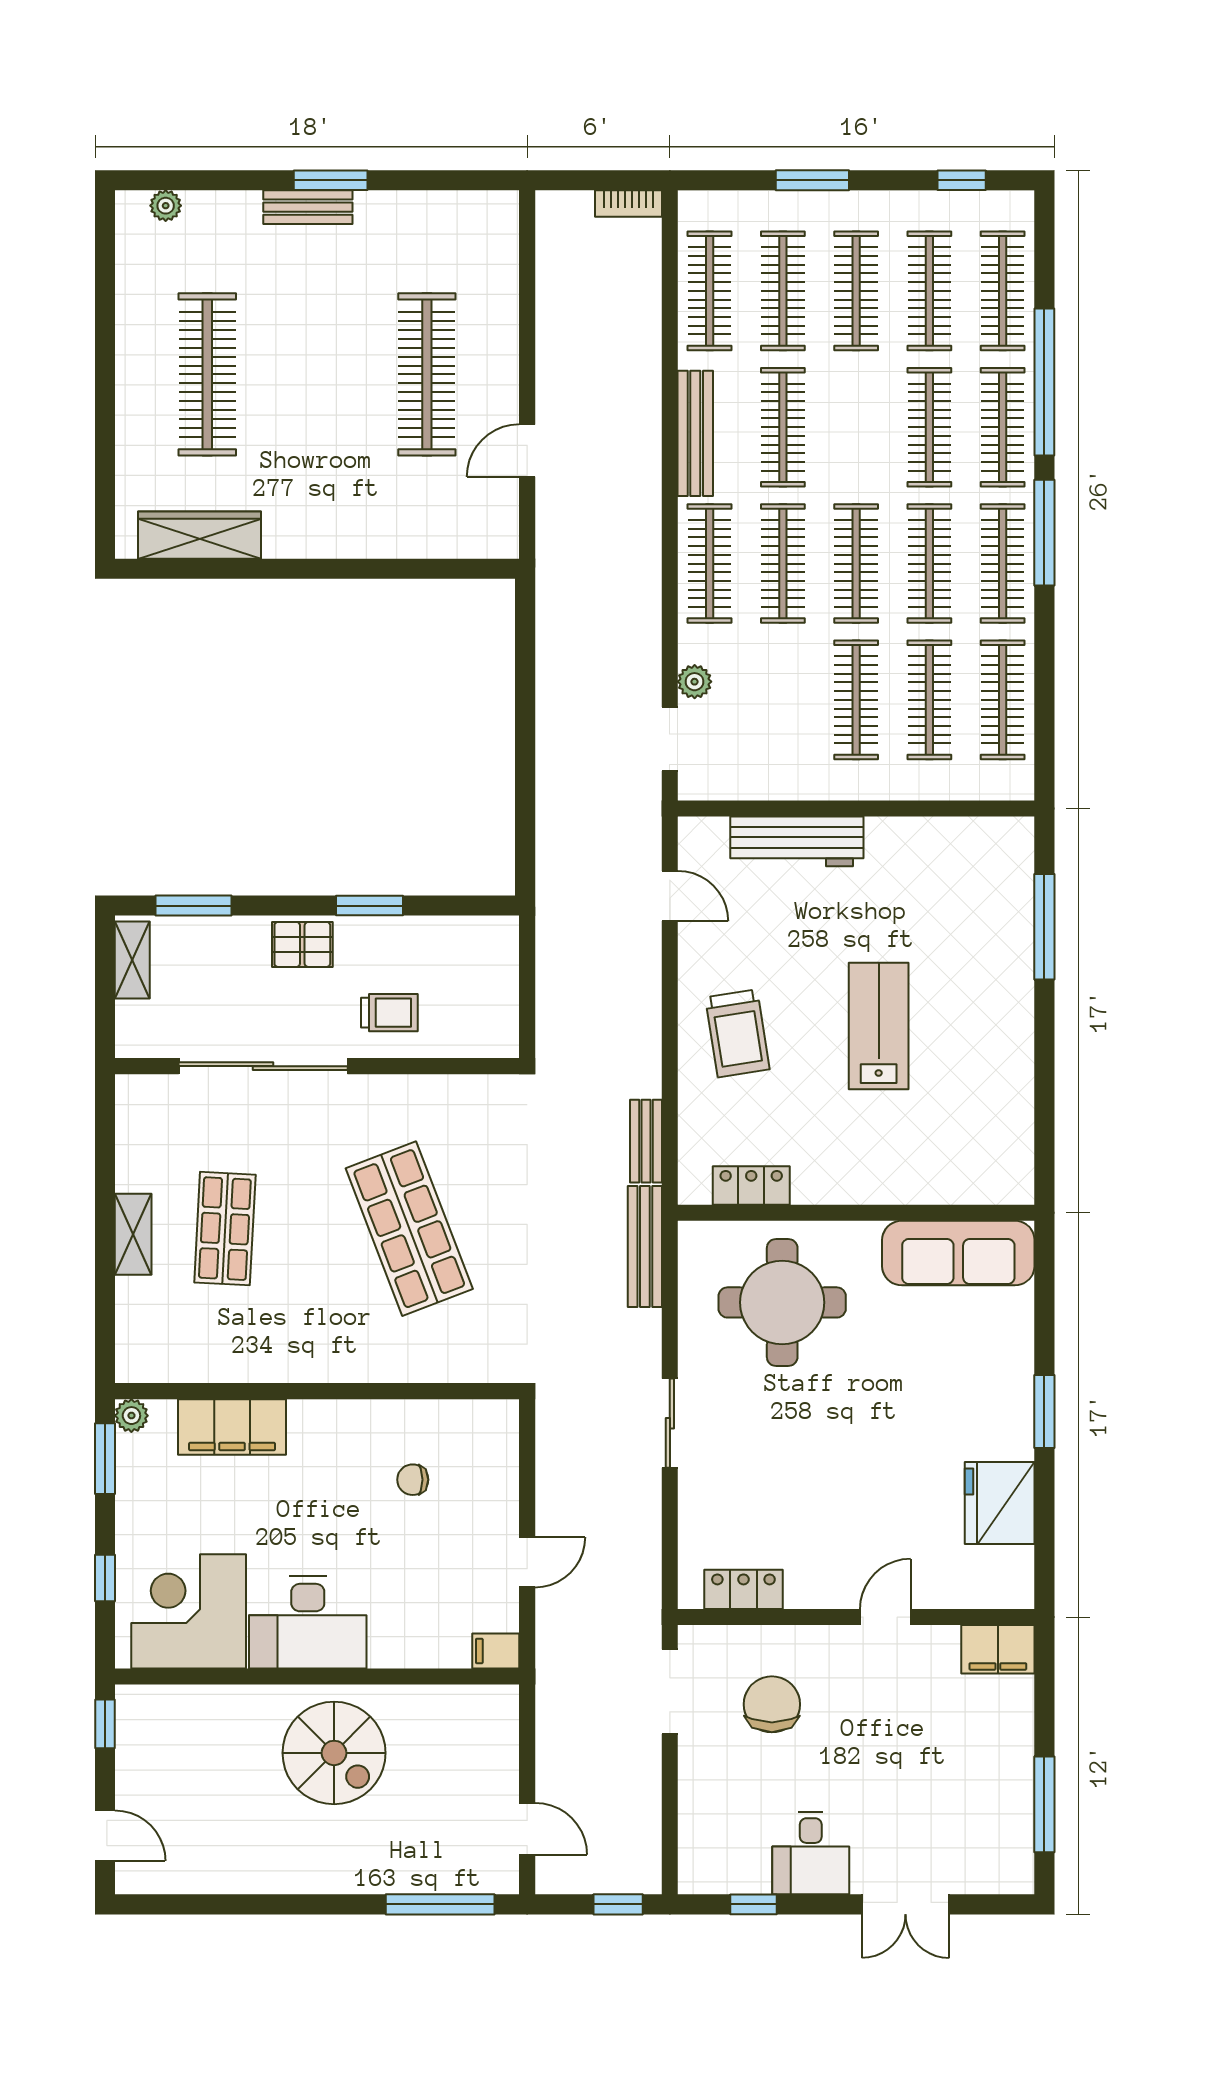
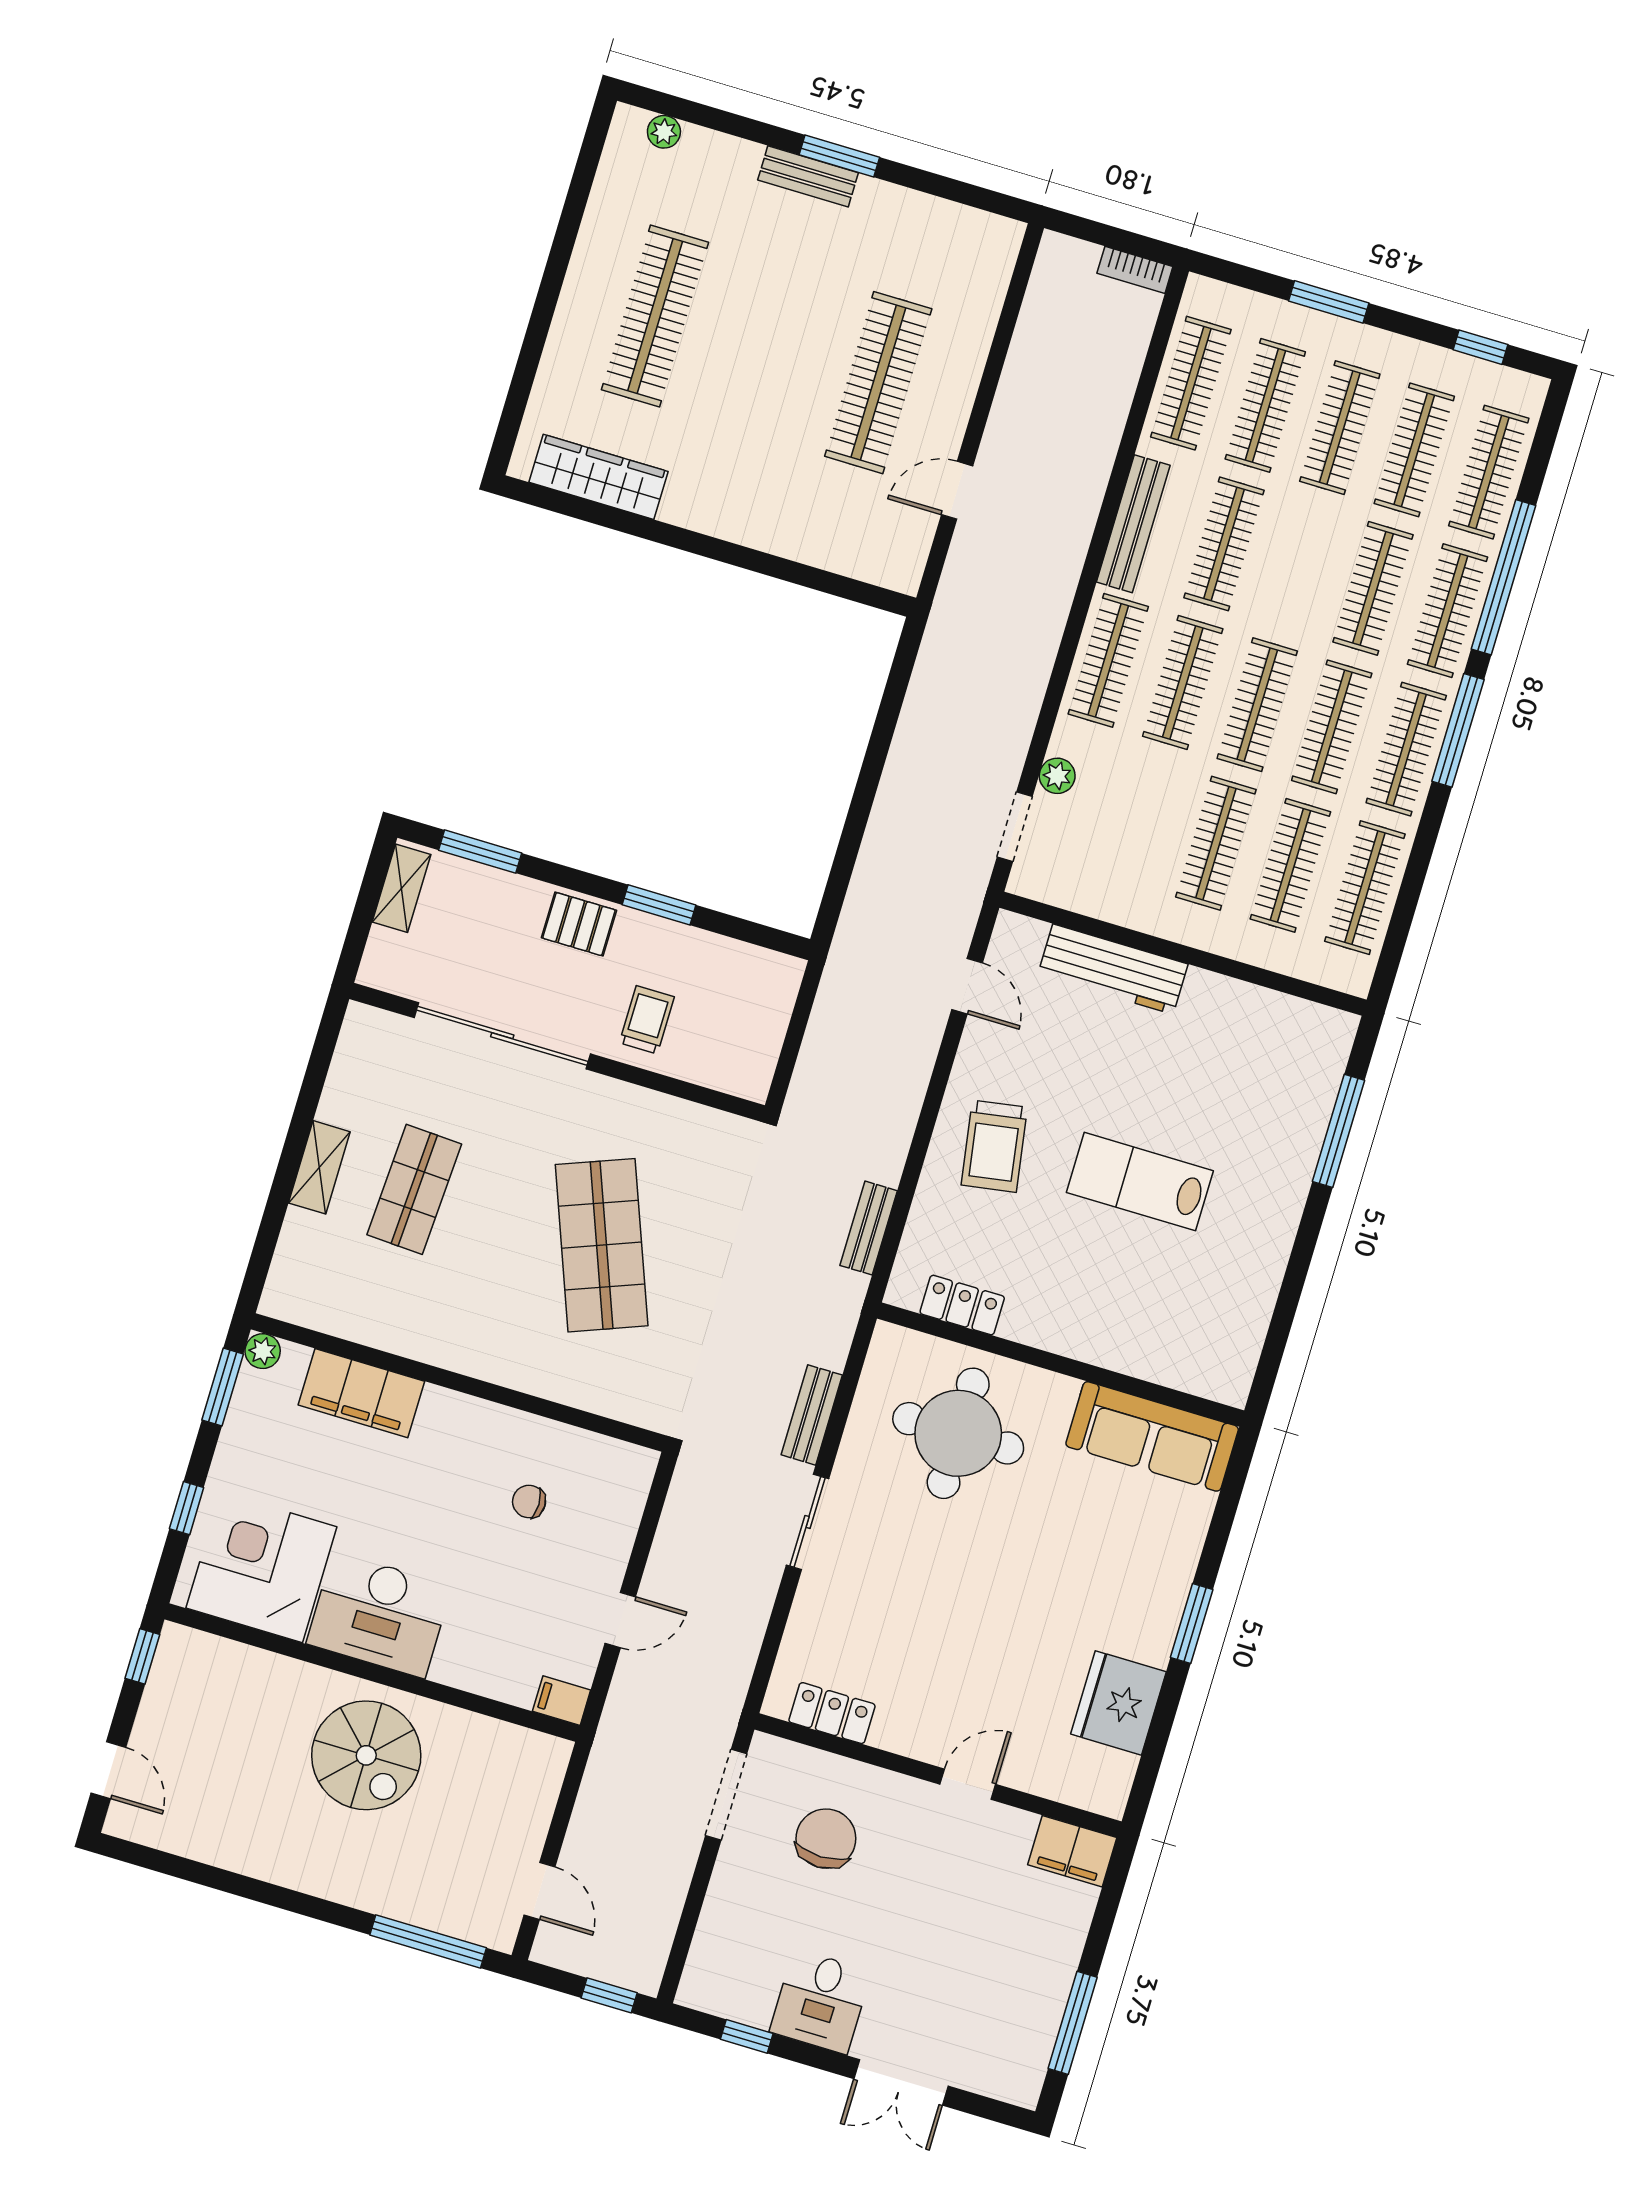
trolley: (389, 1013) -> (647, 1020), turned -90
lab bench: (879, 1026) -> (1140, 1182), turned -90
bench: (645, 1247) -> (812, 1415), moved, width x0.73

